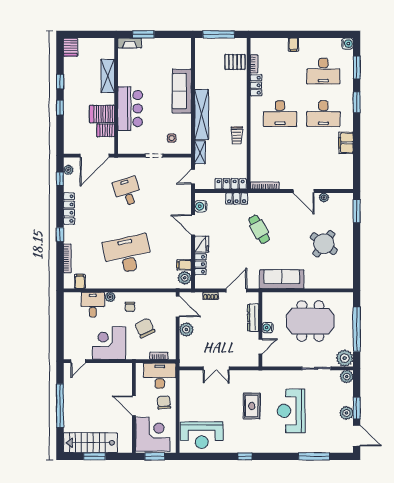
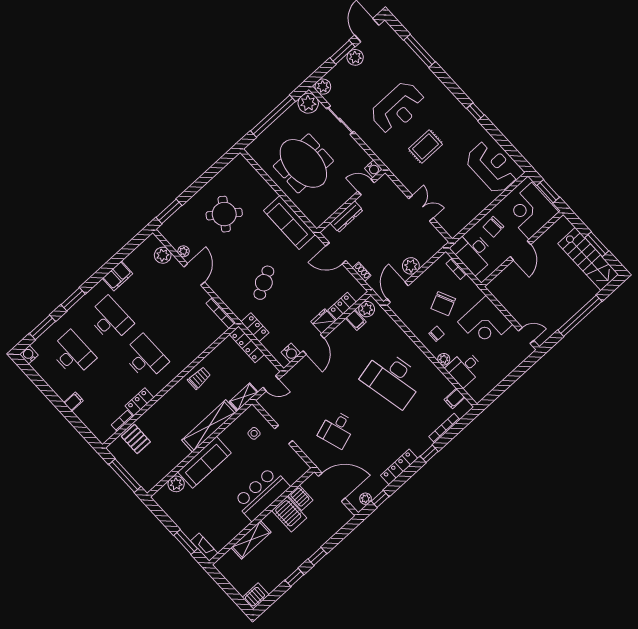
plant: (185, 61) -> (176, 484), added
plant: (333, 182) -> (163, 255), added
water cooler: (267, 328) -> (373, 169), moved

